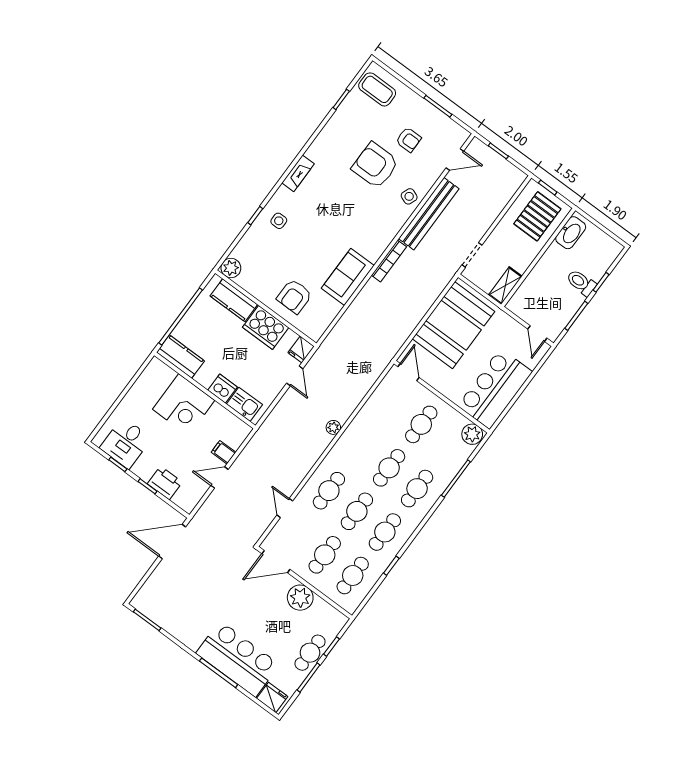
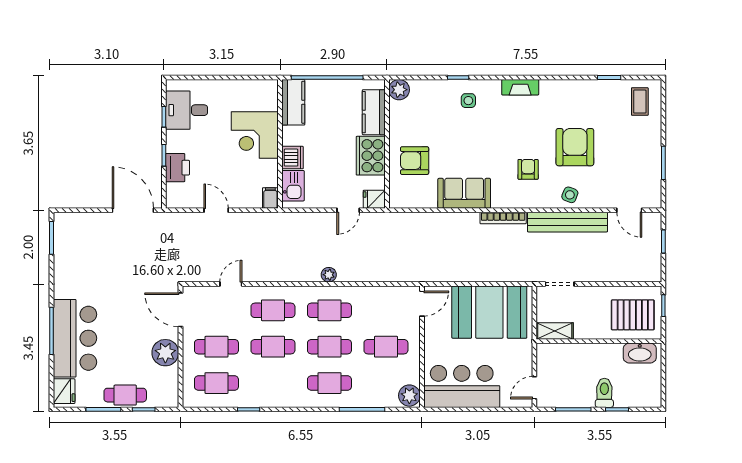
coffee table: (377, 89) -> (640, 102), width x0.73, depth x0.77
armchair: (409, 140) -> (528, 169), moved, turned 180
filing cabinet: (224, 452) -> (270, 198), moved
cafe table: (385, 532) -> (329, 310), moved

